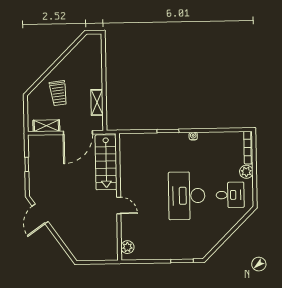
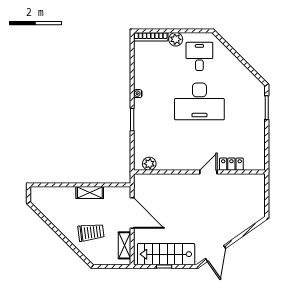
shelving: (97, 102) -> (90, 193), moved
stairs: (106, 162) -> (166, 254), moved, turned 180
door: (40, 214) -> (216, 253), hinge flipped
locker: (127, 228) -> (231, 164), added
plant: (127, 247) -> (149, 164), moved

